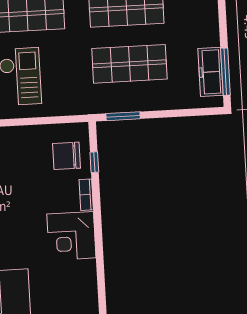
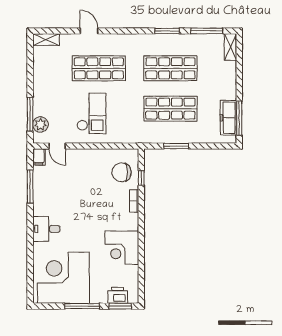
window: (123, 116) -> (176, 146), moved
corner desk: (71, 236) -> (122, 248), moved

